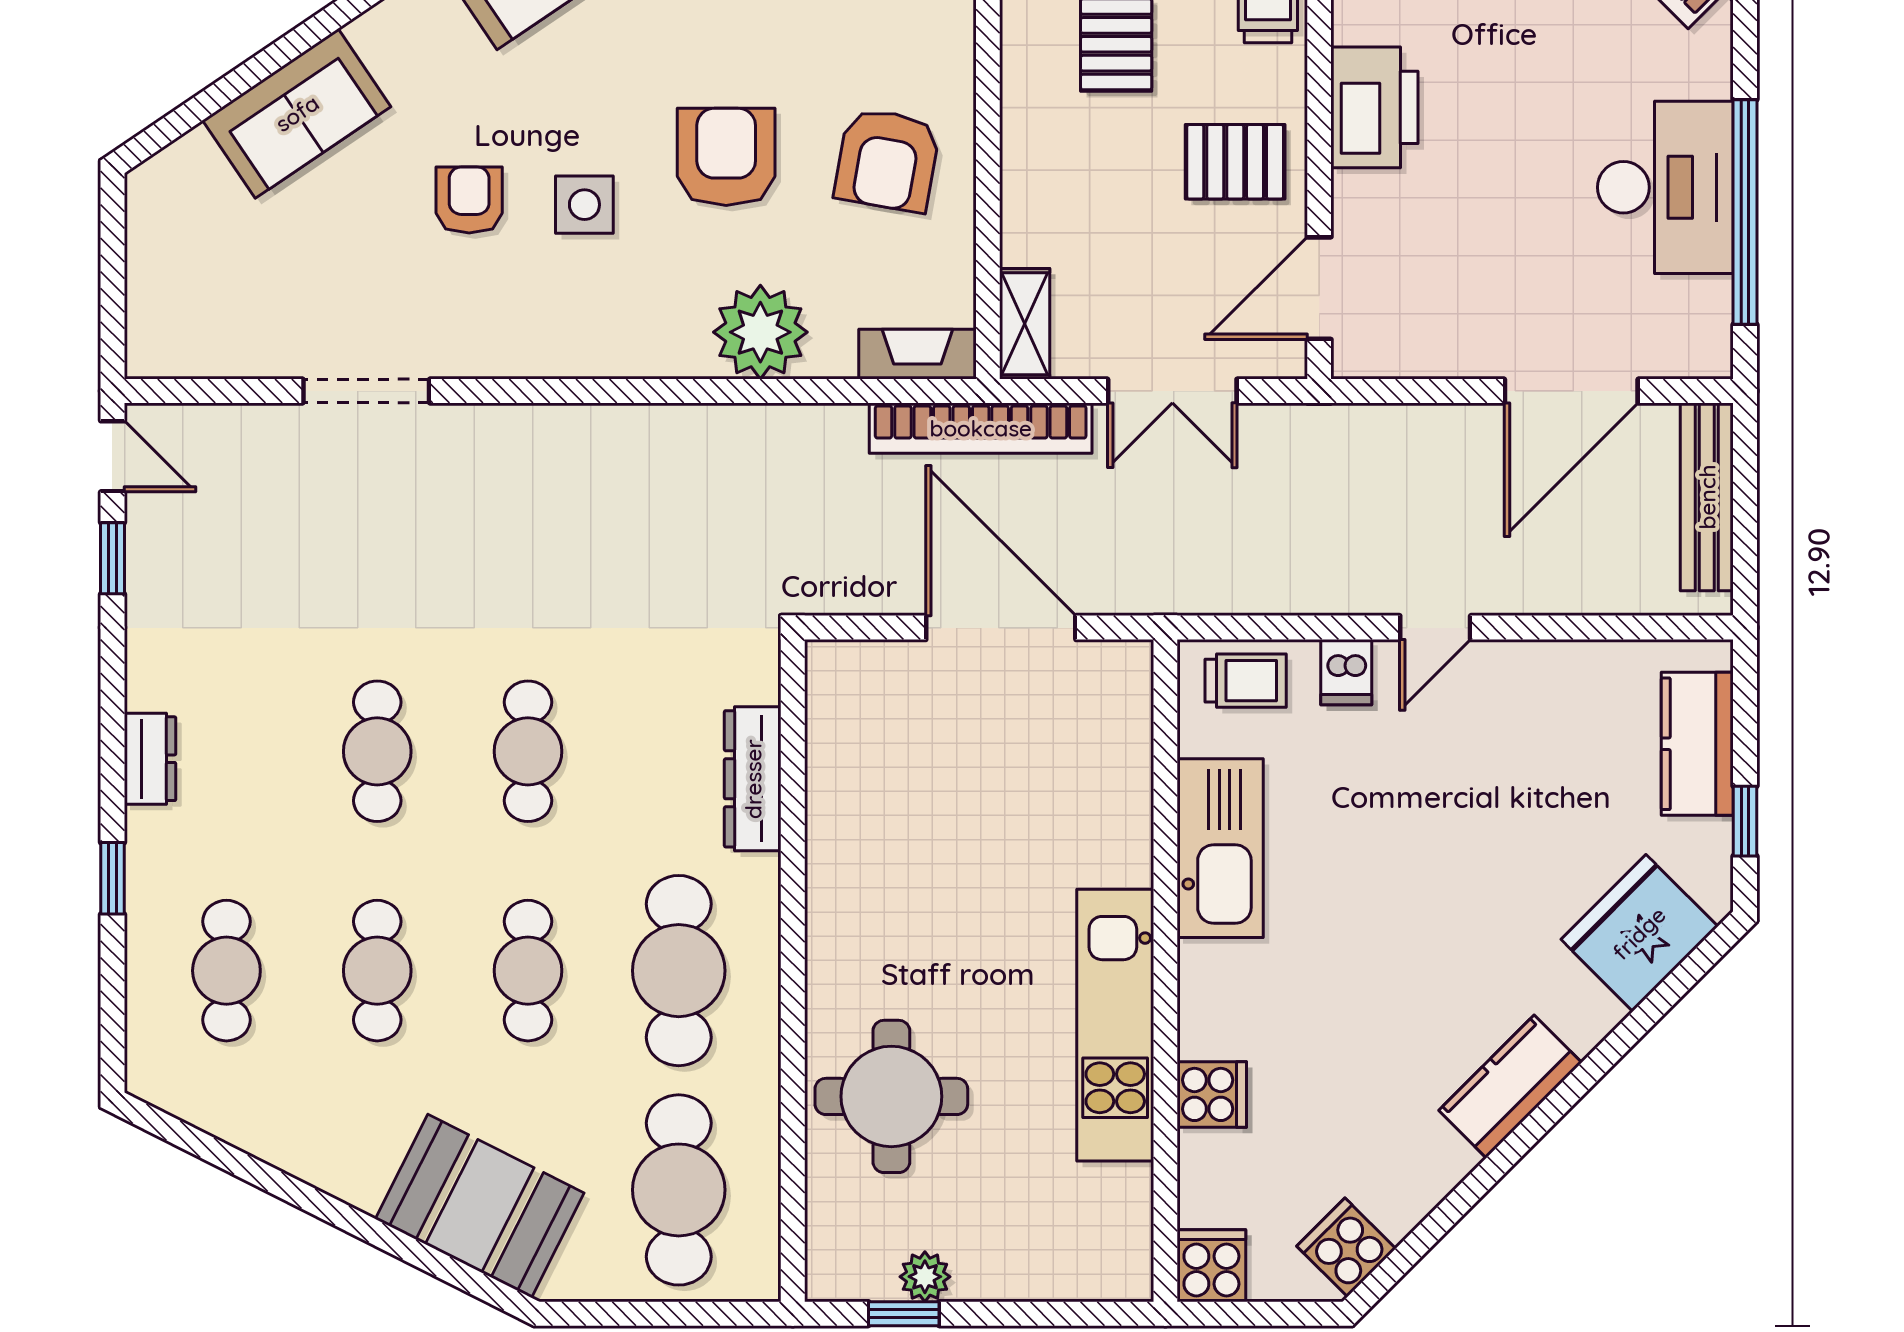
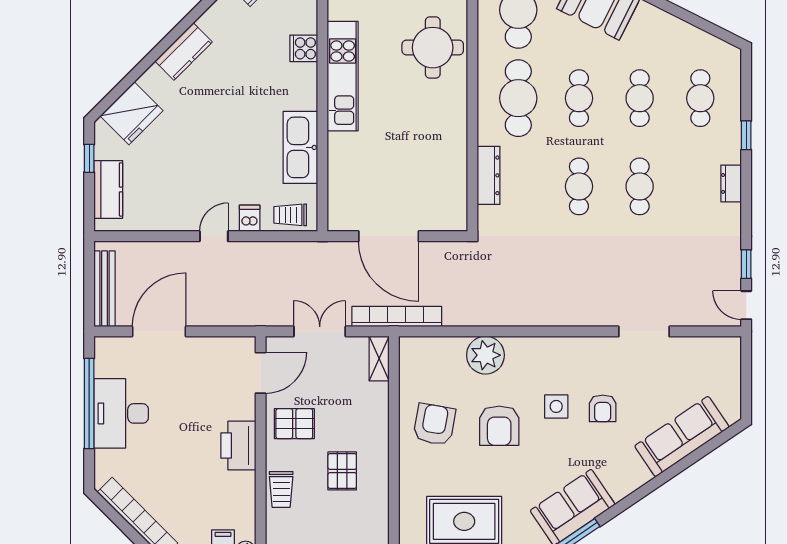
sofa: (297, 113) -> (682, 436), width x1.36
fireplace: (917, 354) -> (422, 346), removed

